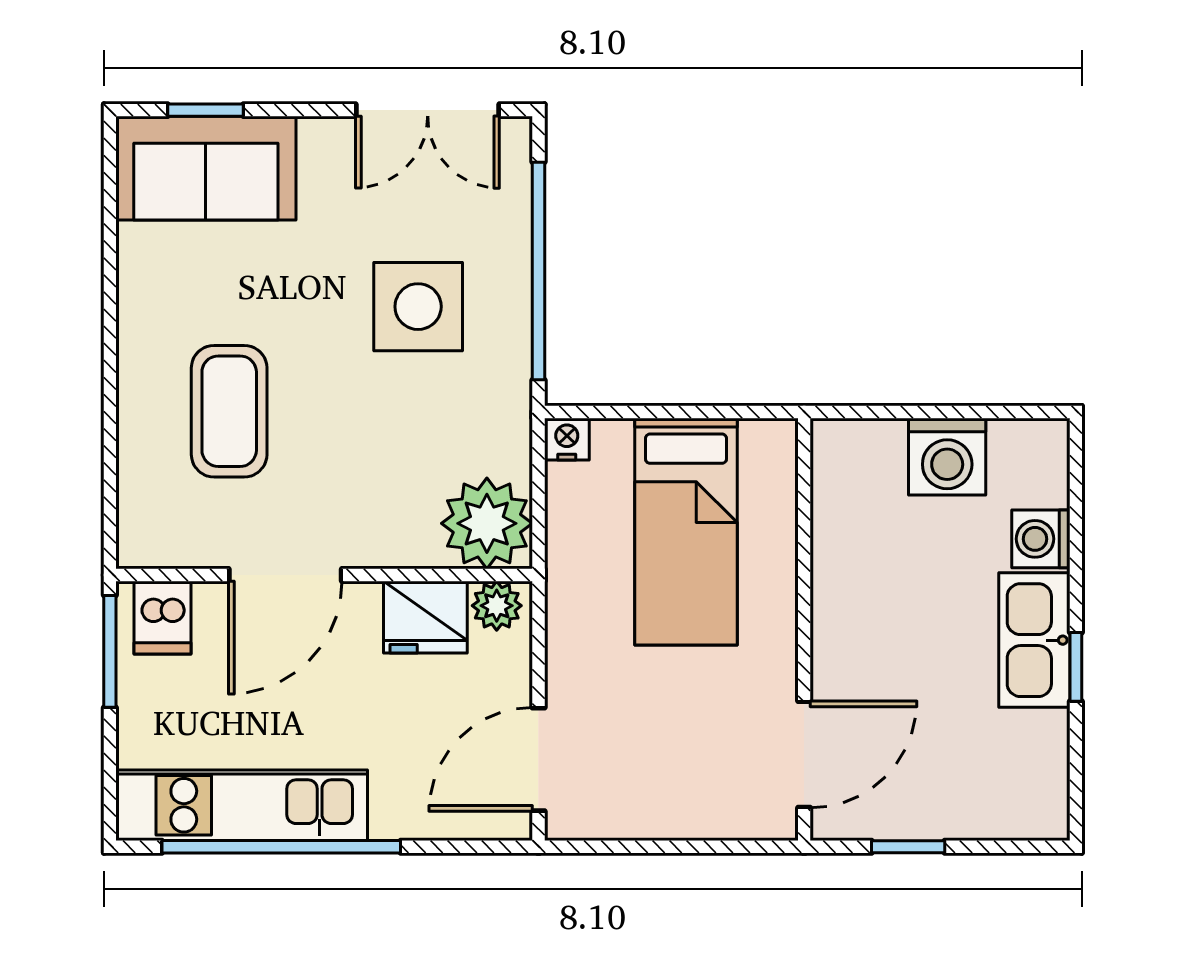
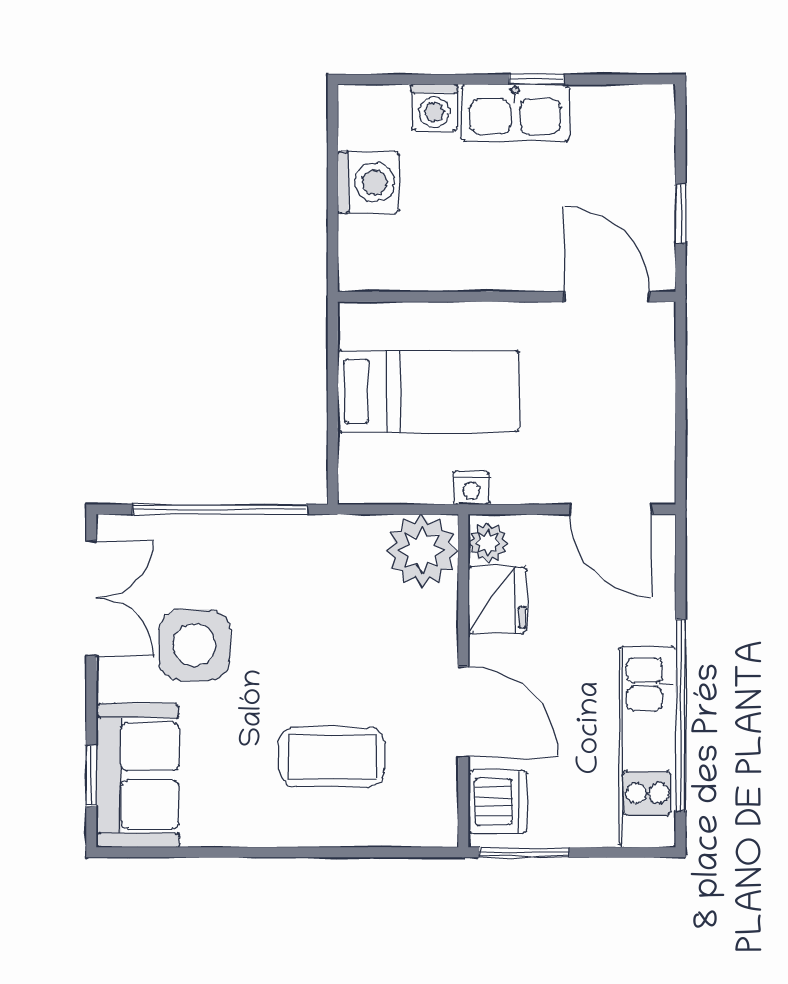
side table: (418, 307) -> (194, 645), moved
nightstand: (567, 439) -> (471, 488), moved, turned -90
dishwasher: (162, 618) -> (497, 802), width x1.38

